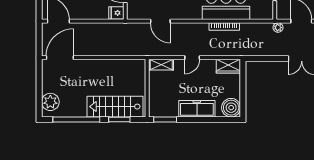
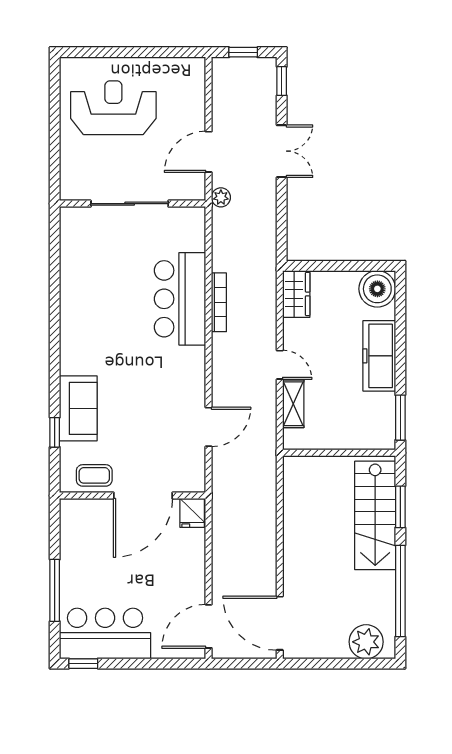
shelving: (161, 65) -> (293, 404), moved

